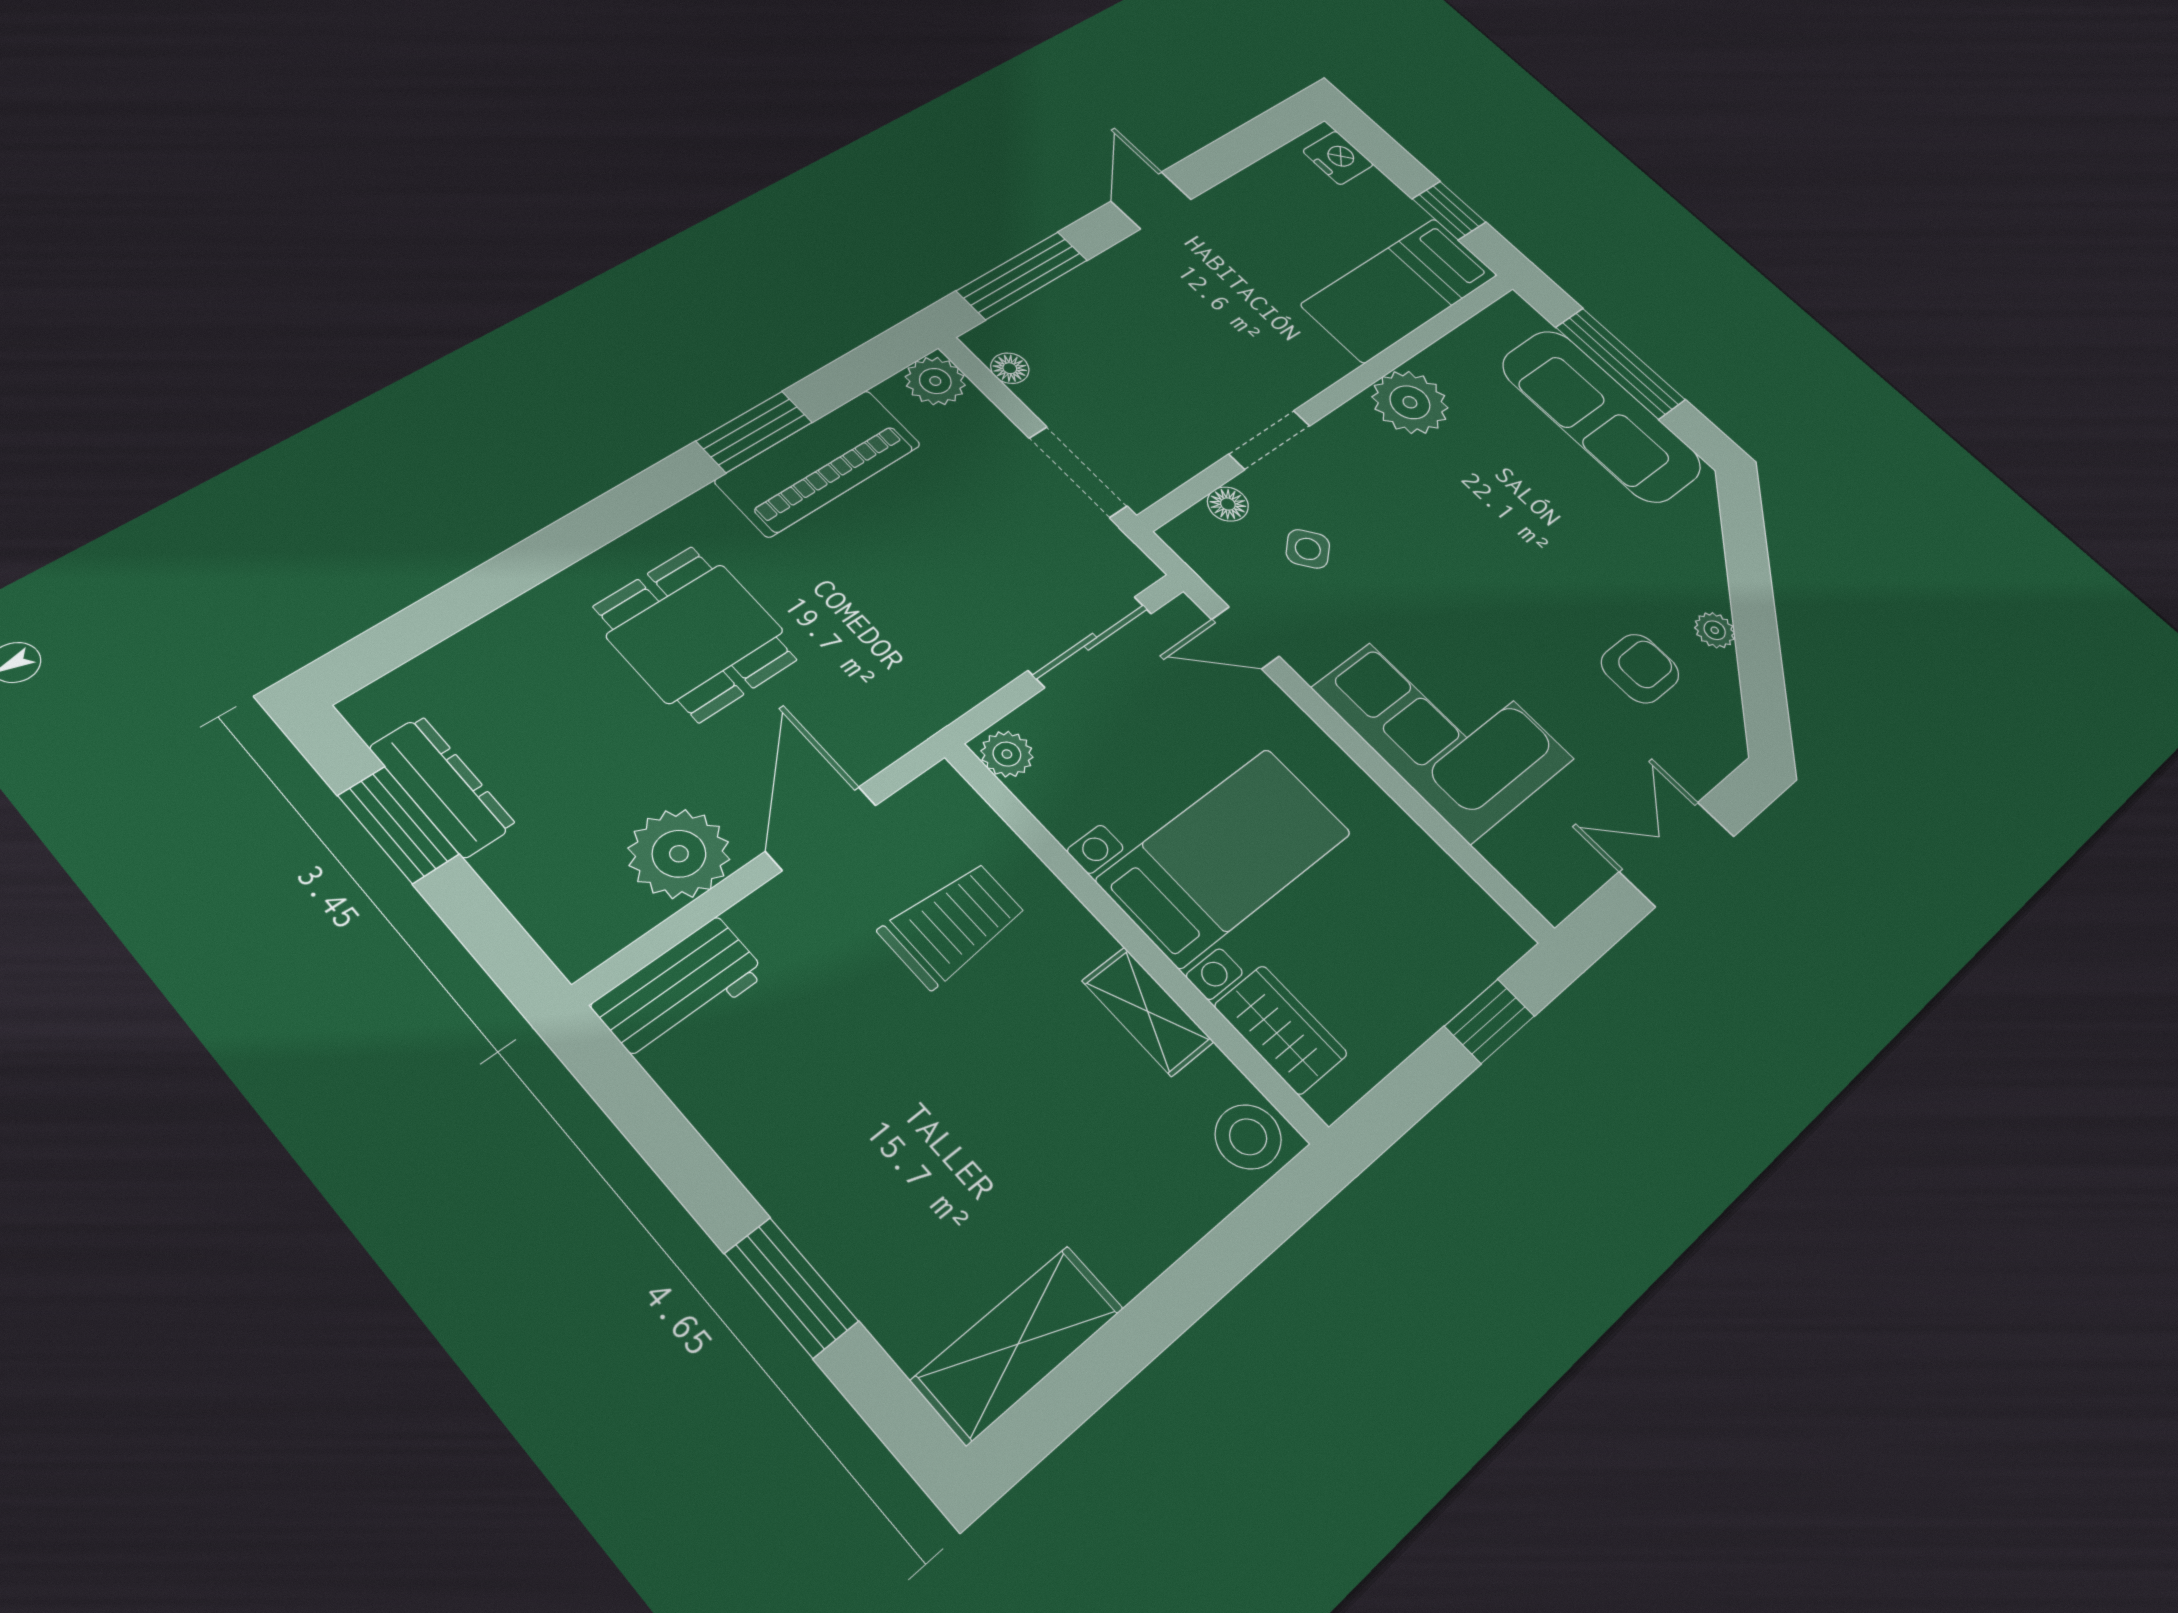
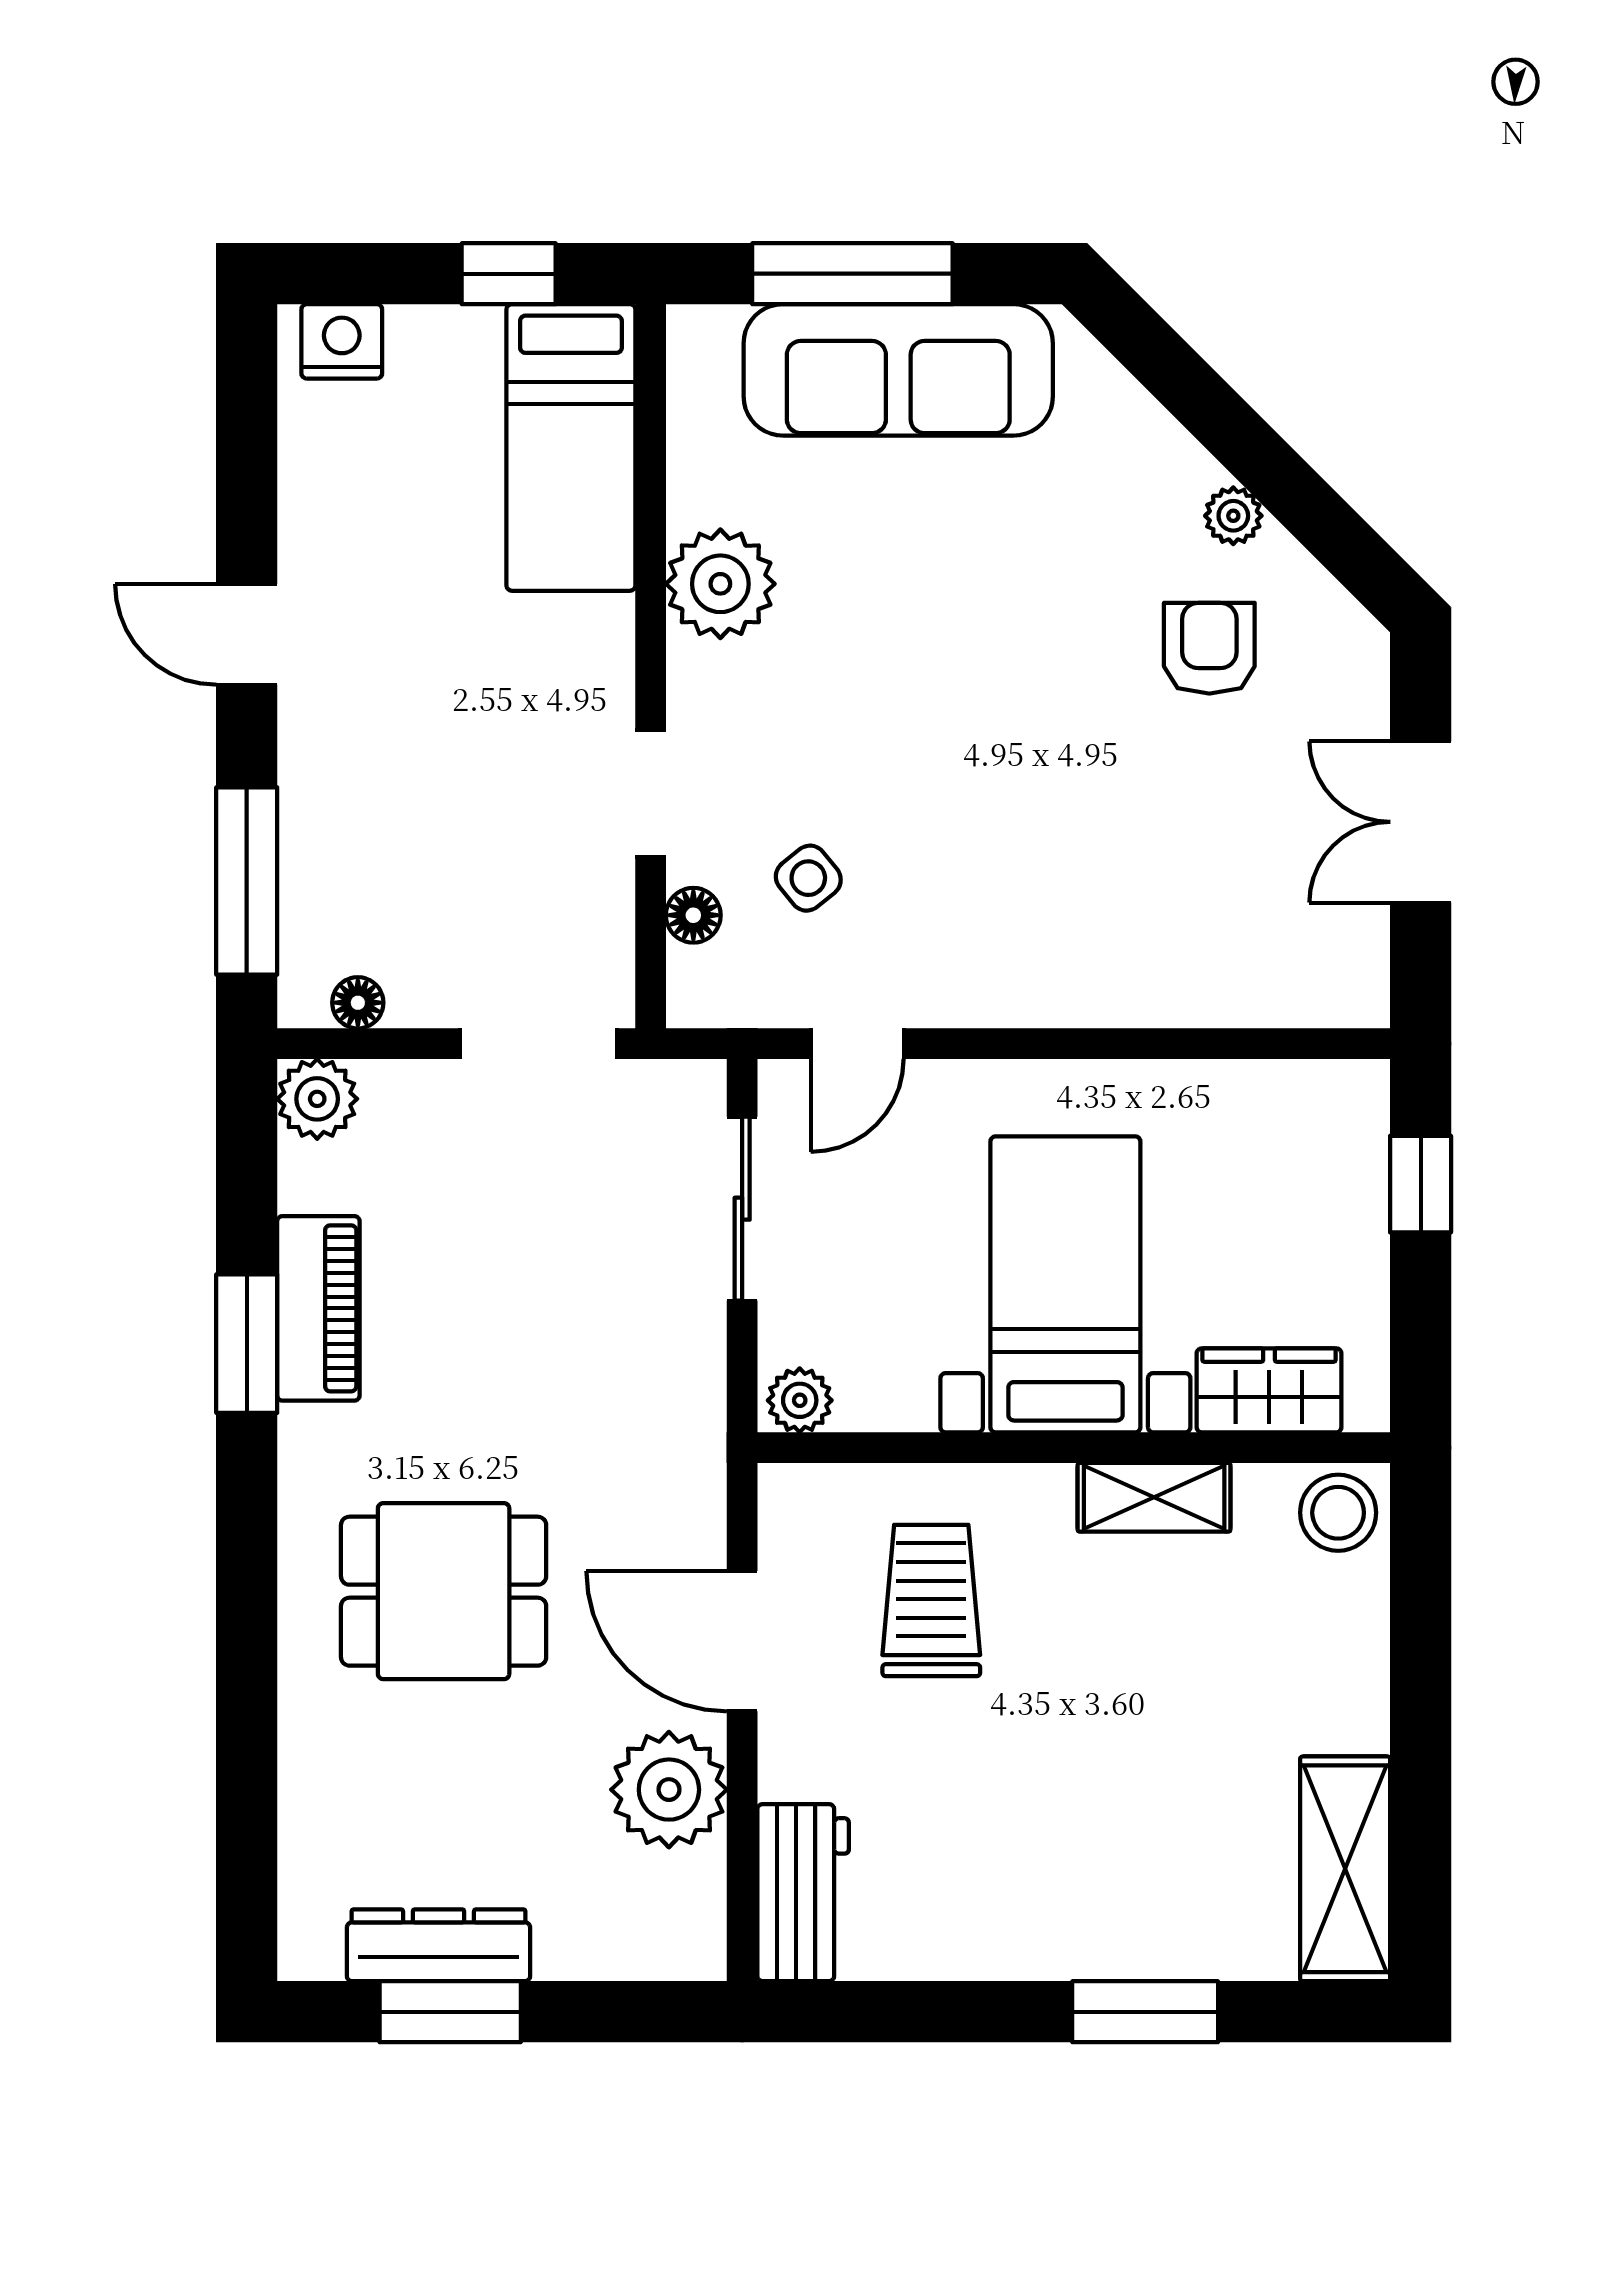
piano: (819, 463) -> (318, 1308), width x0.73, depth x0.75
corner sofa: (1443, 723) -> (1103, 927), removed

